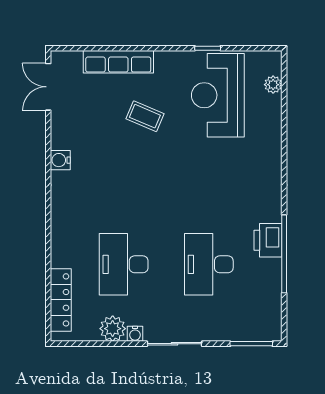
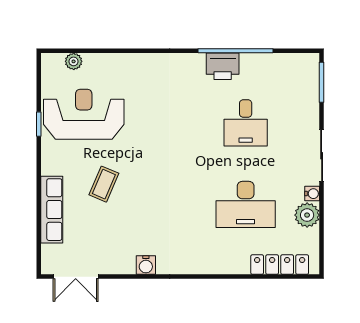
reception desk: (218, 95) -> (84, 114), turned 180
desk: (209, 264) -> (246, 123), width x0.73

